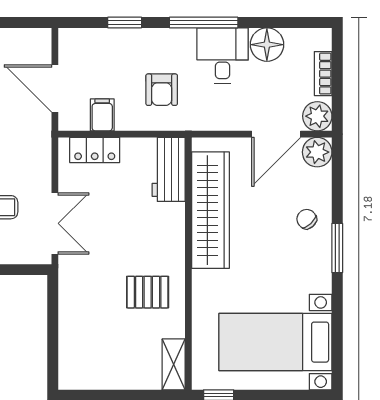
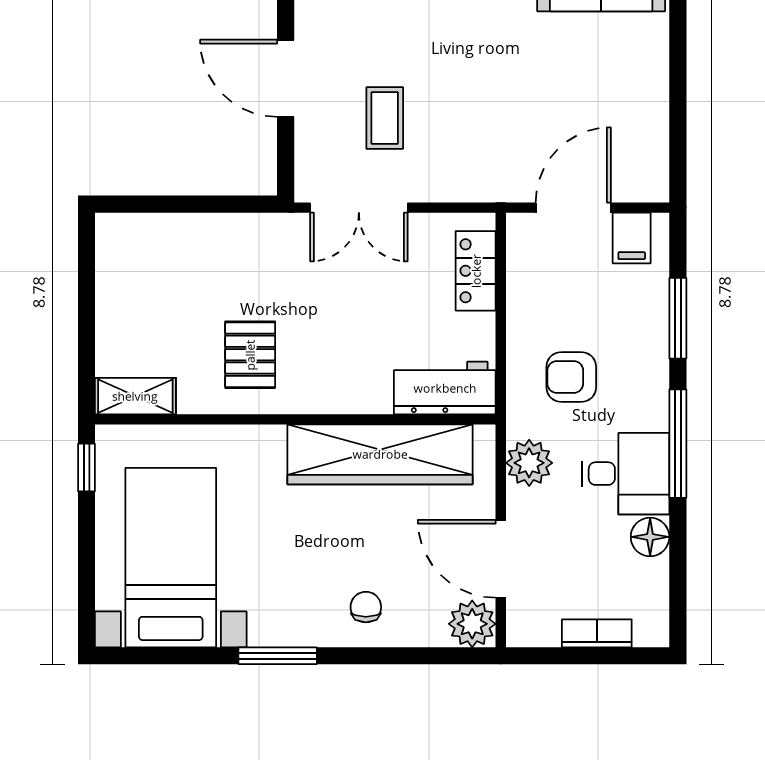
window: (125, 23) -> (678, 318), width x1.50
floor lamp: (267, 45) -> (650, 537), width x0.73, depth x0.73
filing cabinet: (102, 115) -> (632, 238), moved, turned 90
plant: (317, 116) -> (529, 463), moved
chair: (307, 219) -> (366, 607), turned -47
window: (337, 248) -> (278, 656), moved

